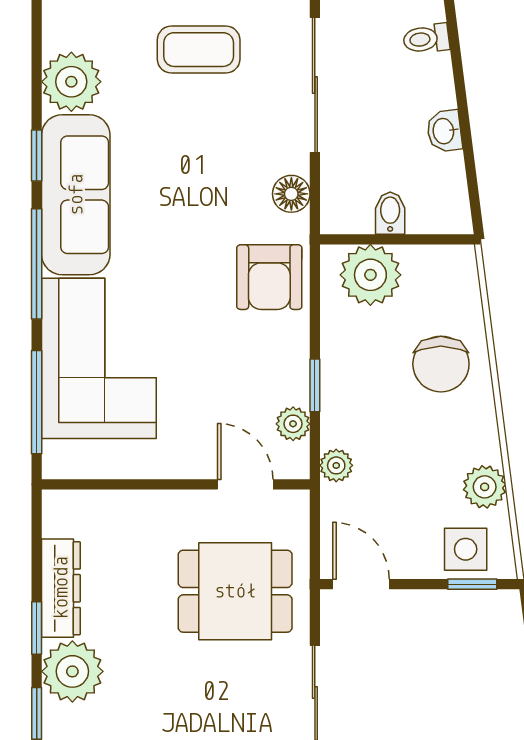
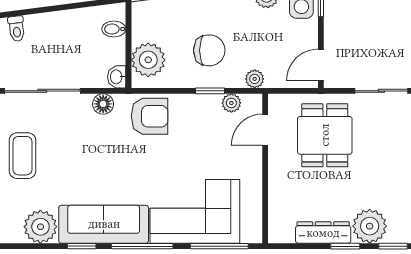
washbasin: (444, 131) -> (117, 77), moved, turned 97
bidet: (390, 213) -> (114, 29), moved
chair: (441, 364) -> (209, 50), moved

